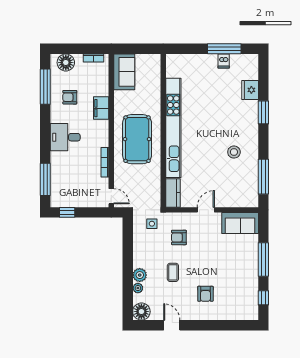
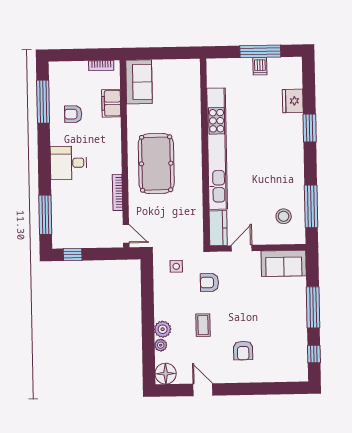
floor lamp: (66, 63) -> (67, 72), removed
filing cabinet: (101, 108) -> (111, 103), moved
kitchen unit: (173, 128) -> (217, 149), moved
wall: (163, 131) -> (205, 152), moved
stool: (234, 152) -> (284, 216), moved
kitchen counter: (173, 193) -> (218, 228), moved

